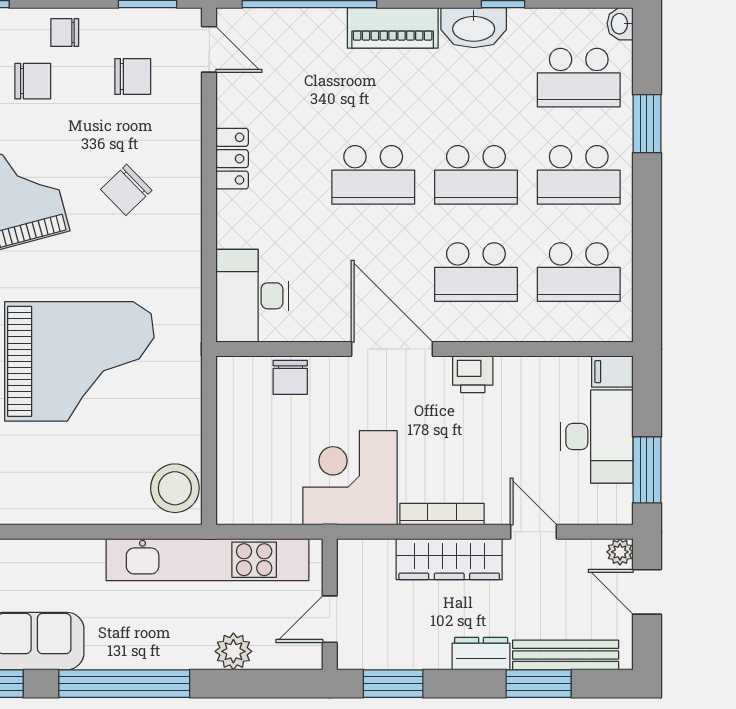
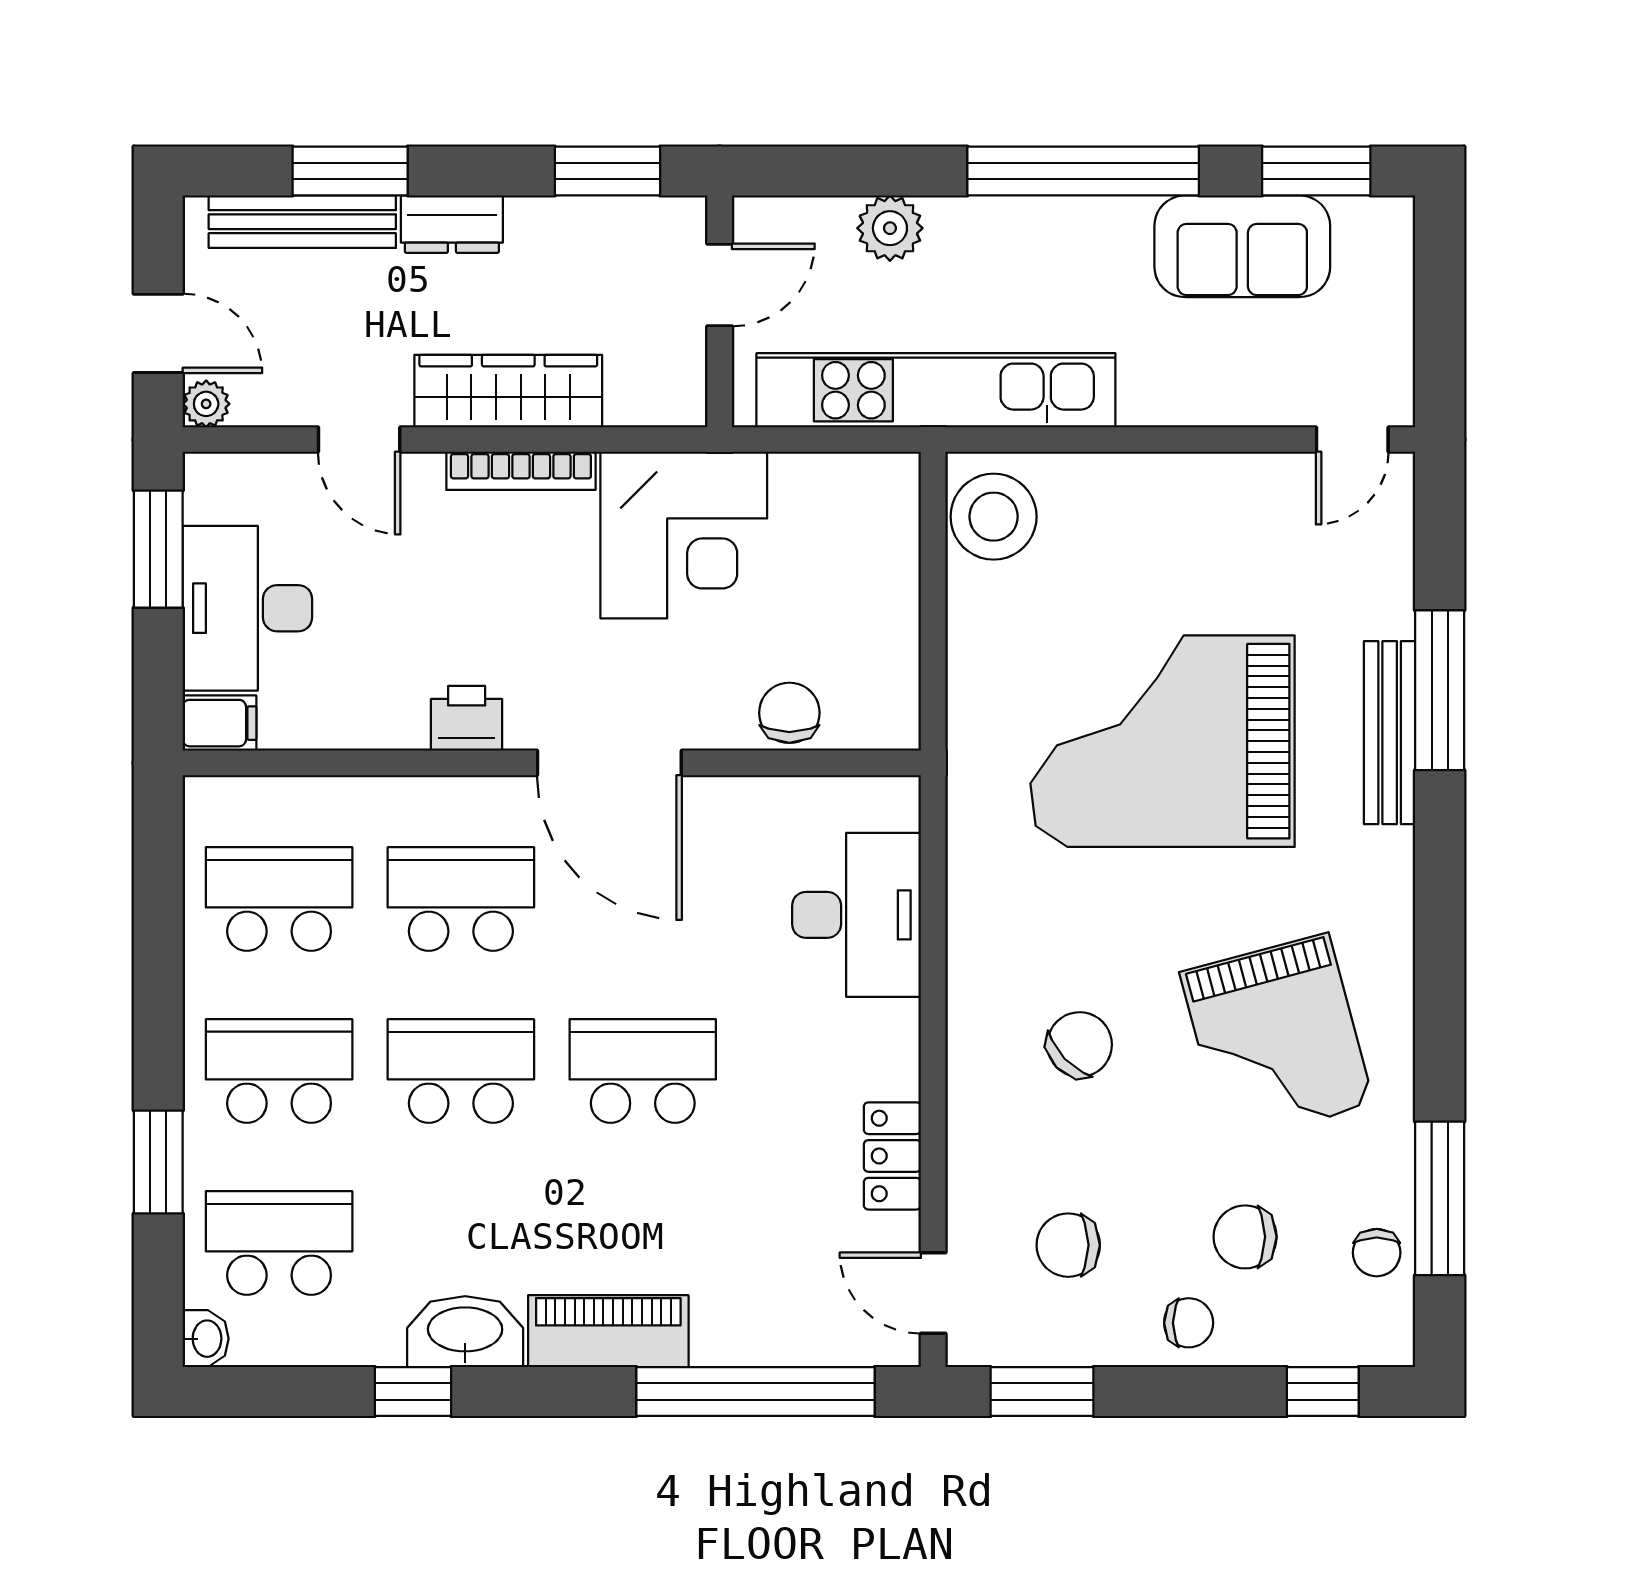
locker: (232, 159) -> (892, 1156), moved
desk: (252, 296) -> (857, 915), moved

